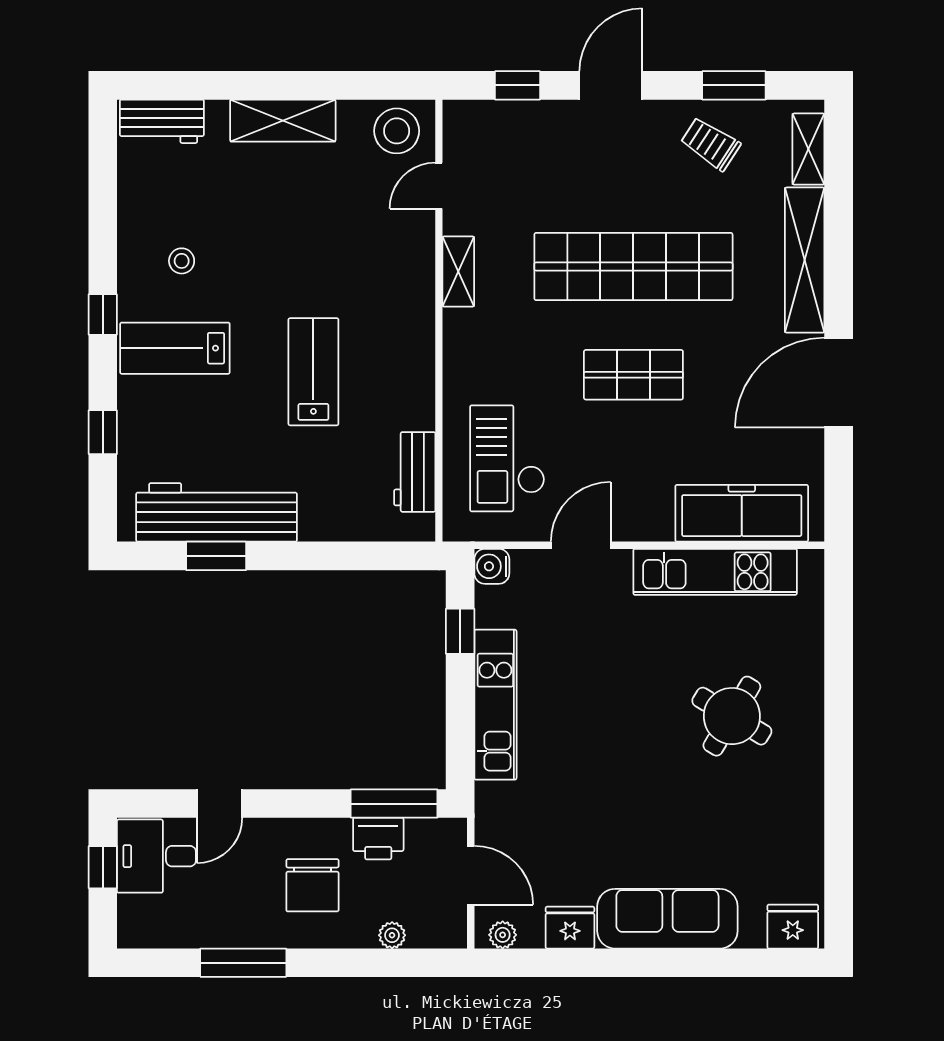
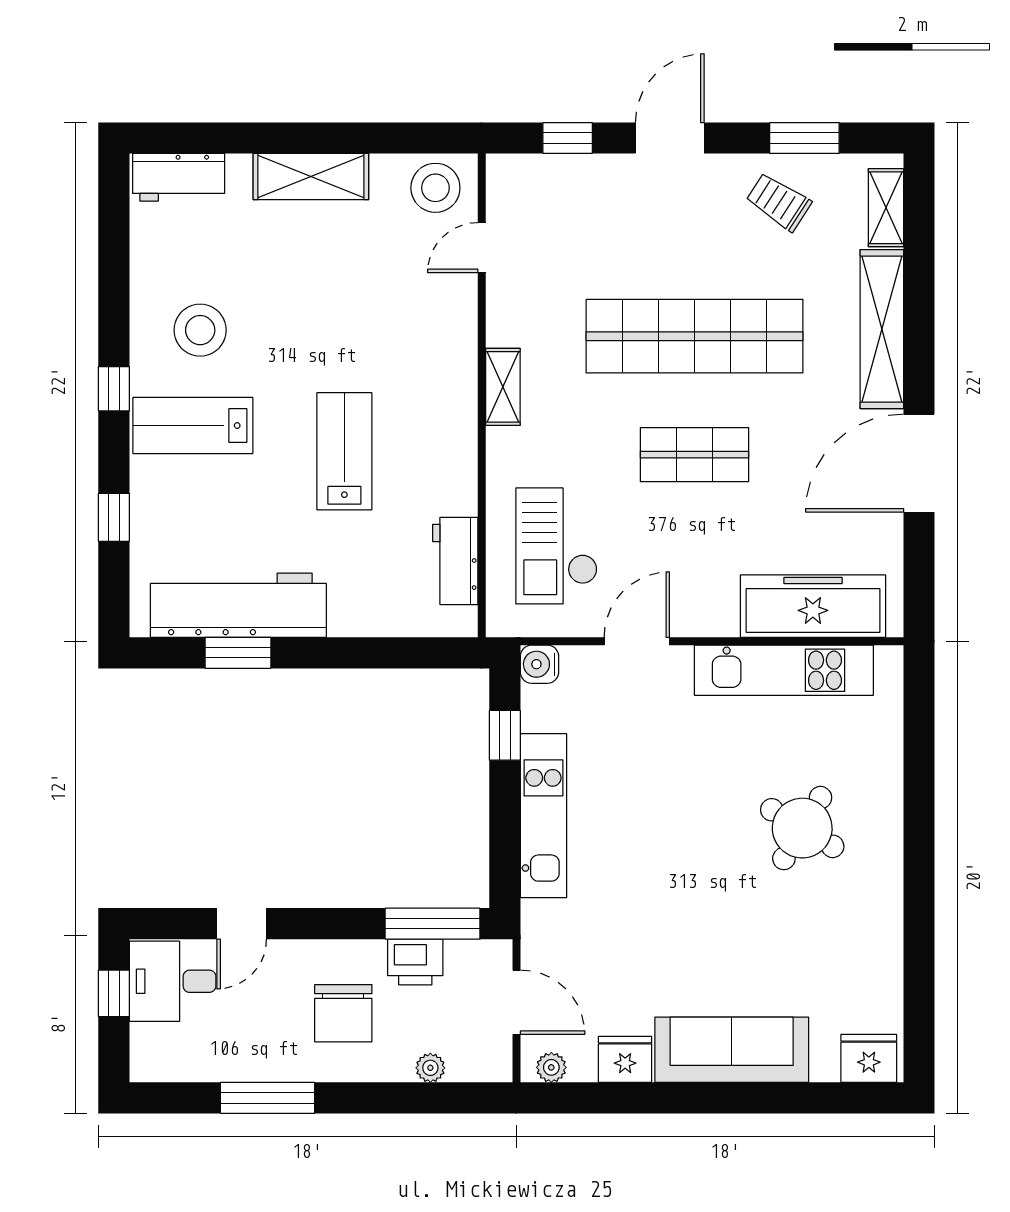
stool: (182, 261) -> (200, 330), width x1.89, depth x1.89
shelving: (458, 271) -> (503, 387), moved

